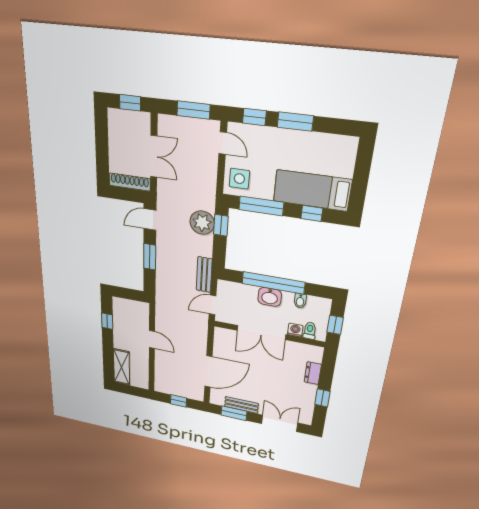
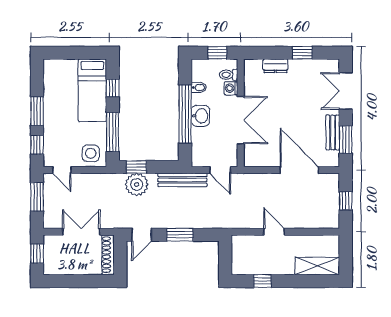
door: (223, 143) -> (62, 170), swing flipped
door: (150, 219) -> (142, 235), hinge flipped
bench: (204, 275) -> (182, 180), width x1.36
door: (152, 339) -> (274, 232), hinge flipped

